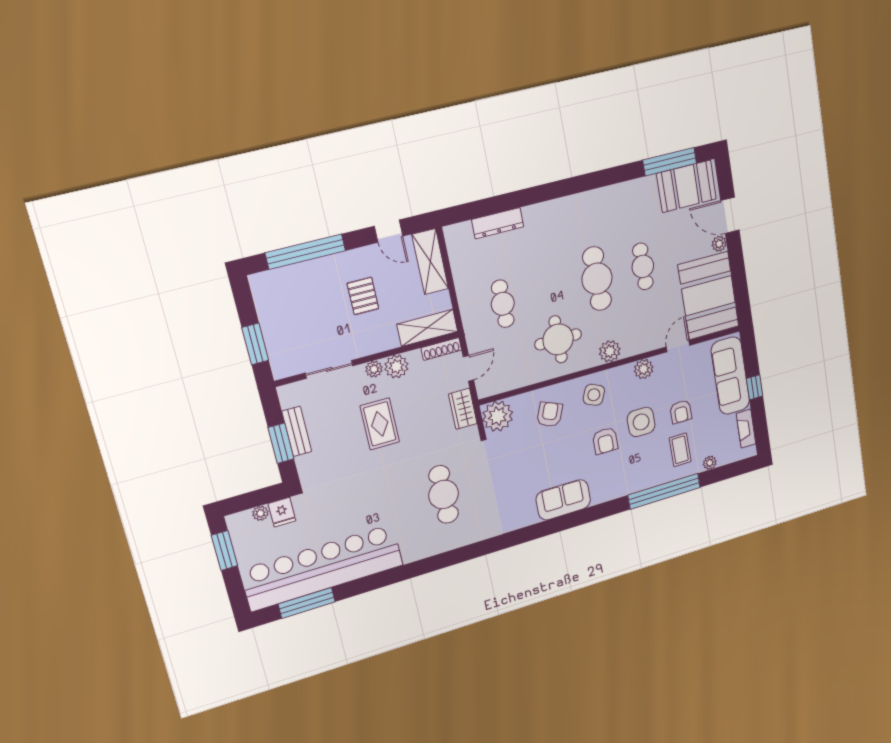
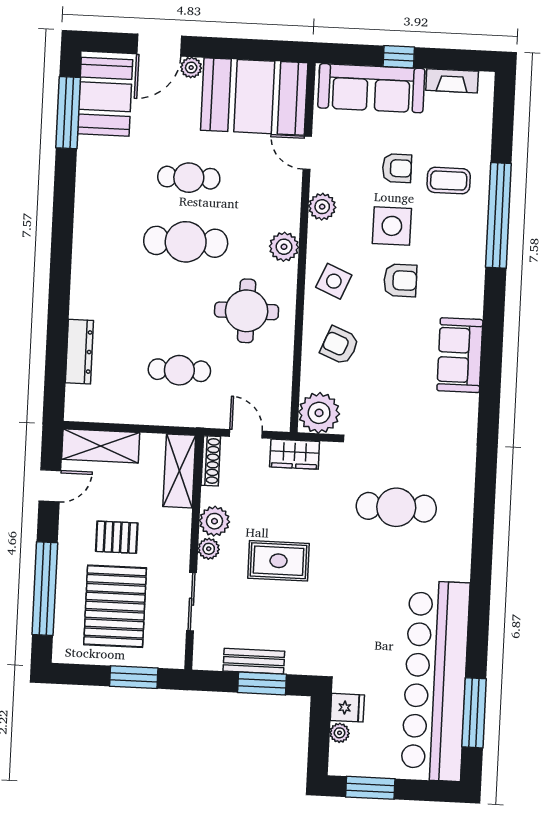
pallet: (308, 312) -> (115, 606), added
plant: (710, 463) -> (482, 143), removed

